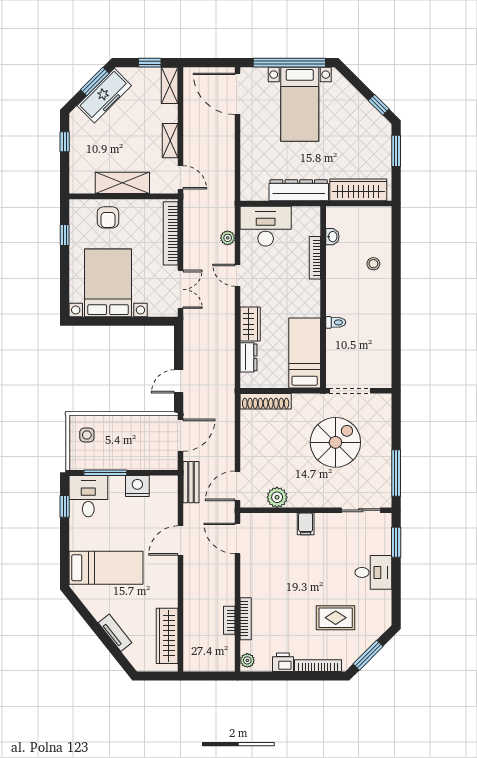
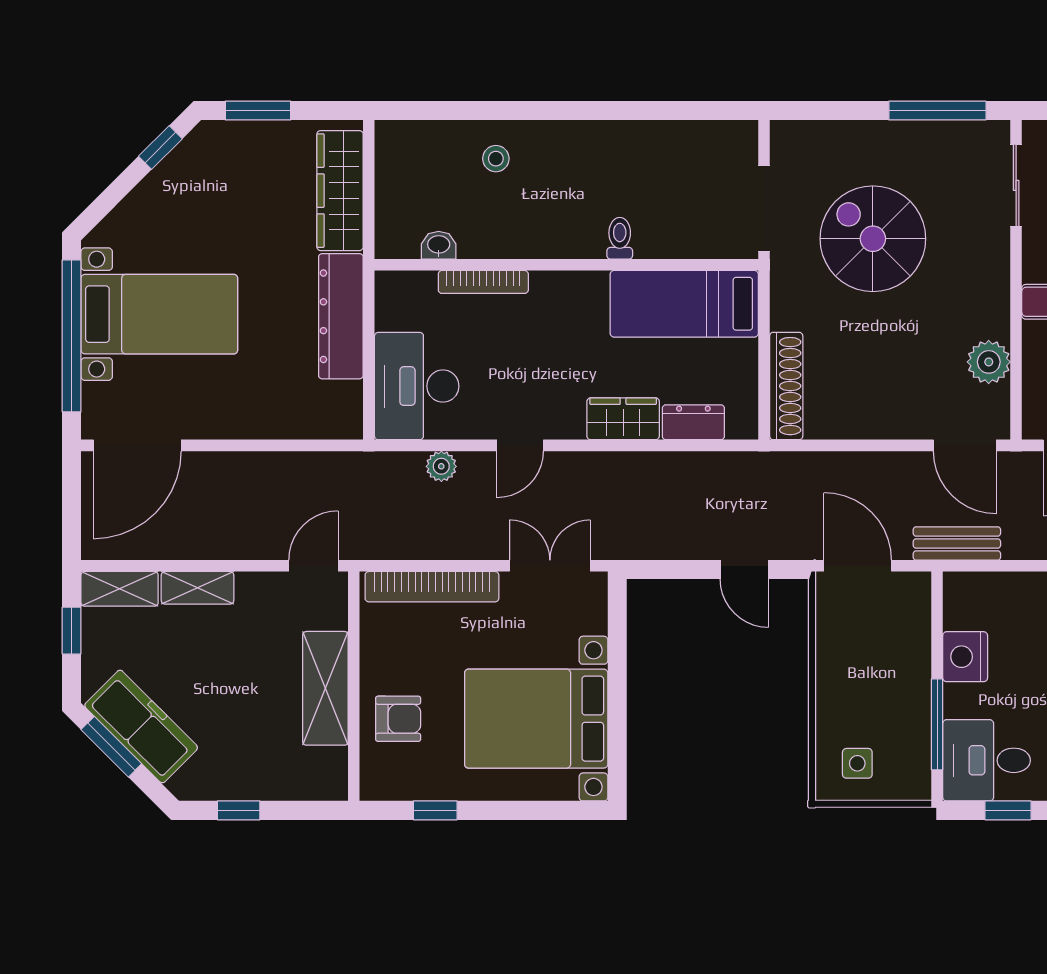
shelving: (170, 141) -> (197, 588), moved

